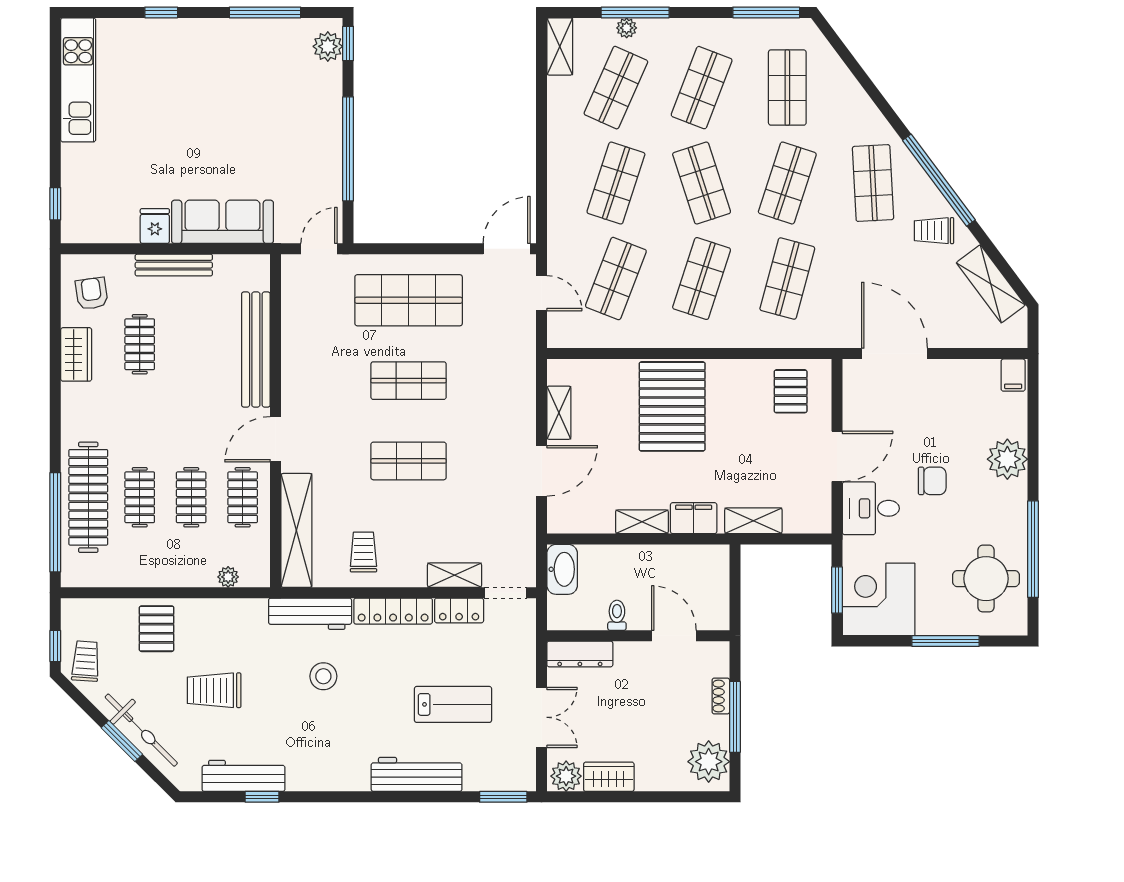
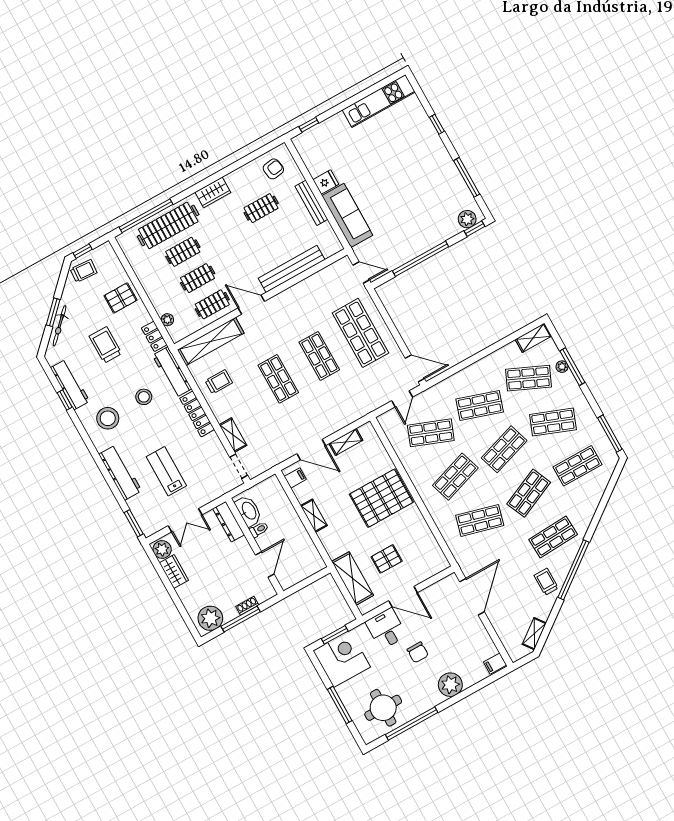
shop shelf: (787, 183) -> (529, 493), turned -42
shop shelf: (702, 279) -> (455, 477), turned -36
shelving: (991, 284) -> (534, 634), width x0.67, depth x0.75
wardrobe: (76, 354) -> (213, 192), moved
pallet: (791, 391) -> (387, 559), moved
filing cabinet: (694, 518) -> (295, 478), moved, width x0.50
shelving: (753, 521) -> (353, 578), width x1.50, depth x1.33
washbasin: (562, 569) -> (249, 511), moved, turned -90
locker: (459, 610) -> (154, 336), moved
lab bench: (453, 704) -> (166, 471), turned 180
bicycle: (141, 730) -> (60, 326), width x0.73, depth x0.71
stool: (325, 748) -> (108, 418), added

